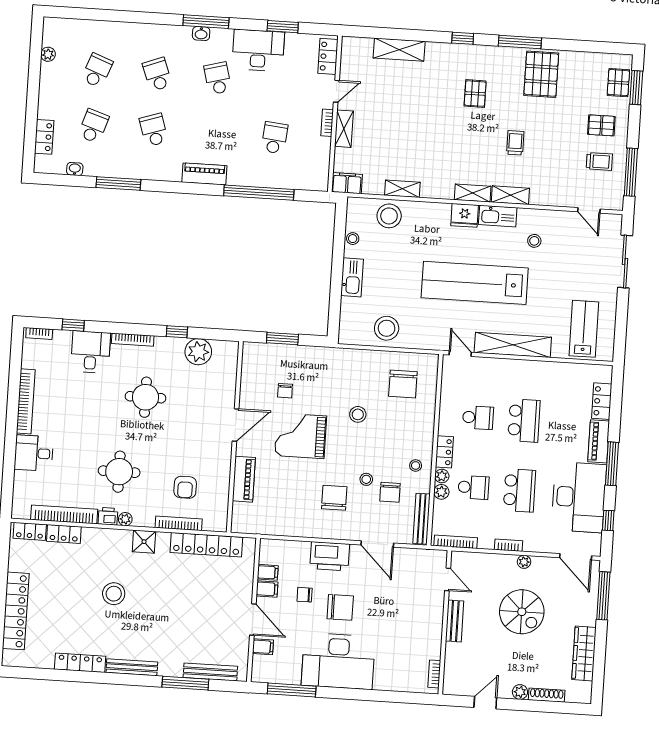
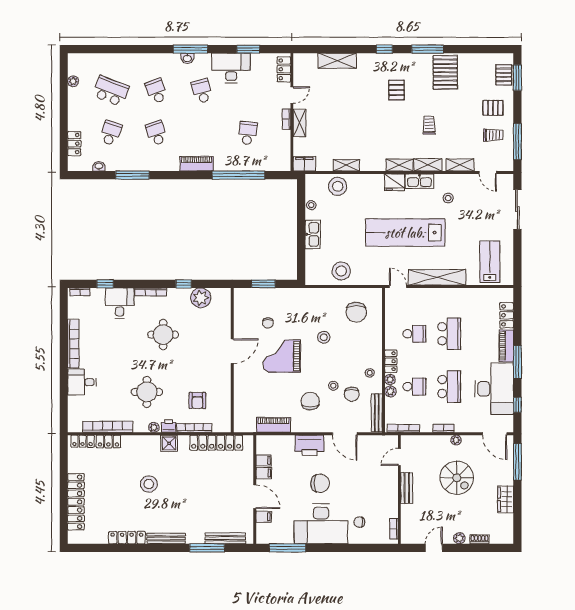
school desk: (97, 70) -> (111, 91), width x1.85
shelving: (553, 198) -> (460, 165), added
piano: (244, 479) -> (274, 425), moved, turned -90
printer: (108, 516) -> (169, 426), moved
door: (448, 579) -> (399, 457), swing flipped
chair: (305, 595) -> (359, 522), moved
wardrobe: (584, 653) -> (506, 499), width x0.67
shoe rack: (547, 695) -> (480, 539), width x0.70

